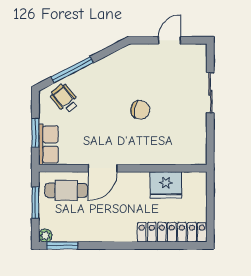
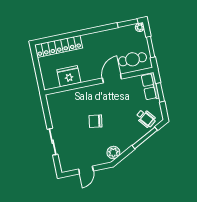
plant: (123, 58) -> (113, 153), added

